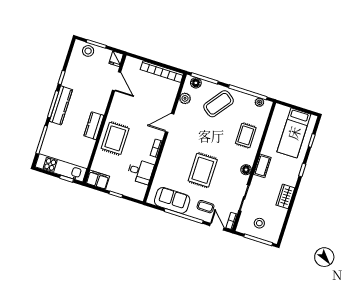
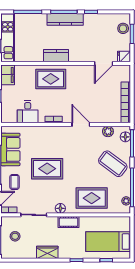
rug: (246, 135) -> (92, 198), width x1.36, depth x1.43

